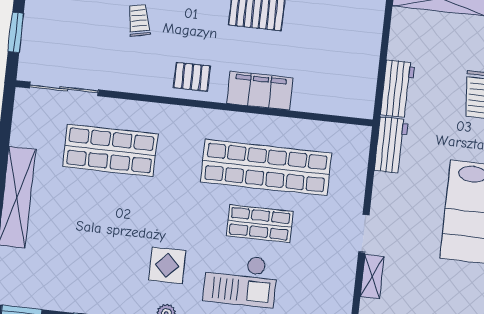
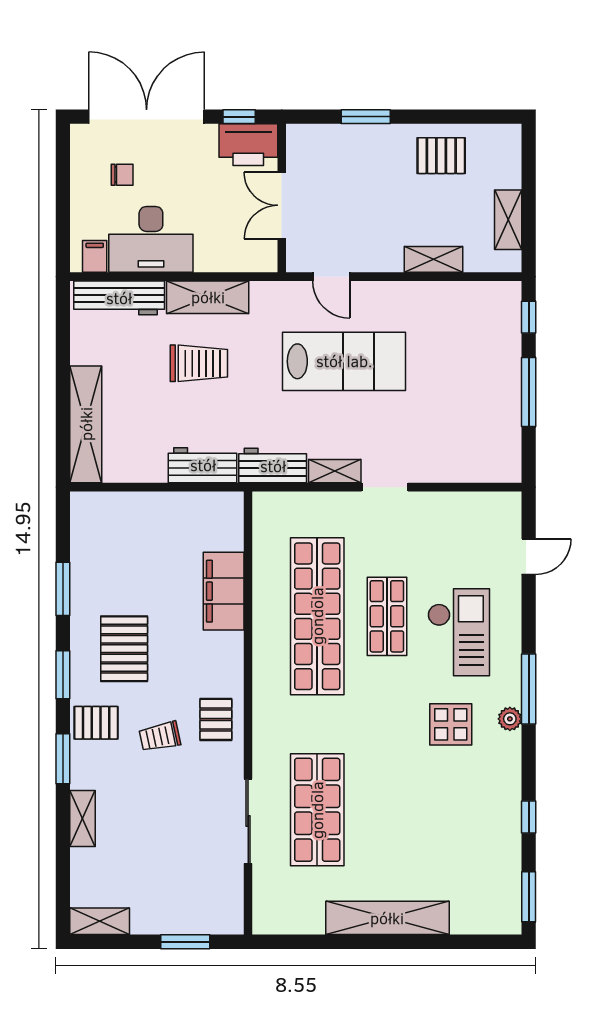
trolley: (139, 20) -> (160, 737), moved
sliding door: (64, 89) -> (248, 821), moved
filing cabinet: (260, 91) -> (224, 591), moved
shelving: (372, 277) -> (335, 471), moved

